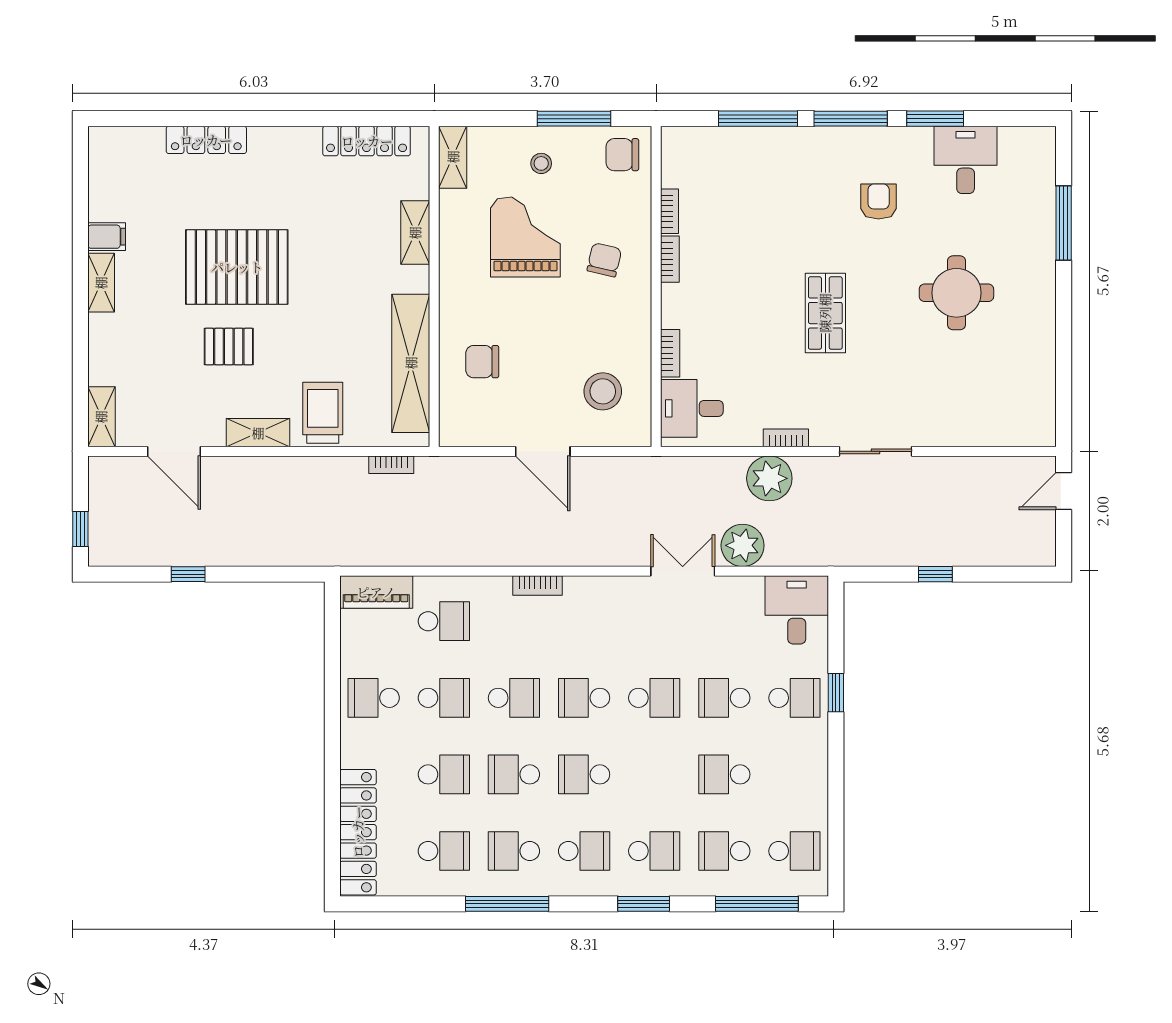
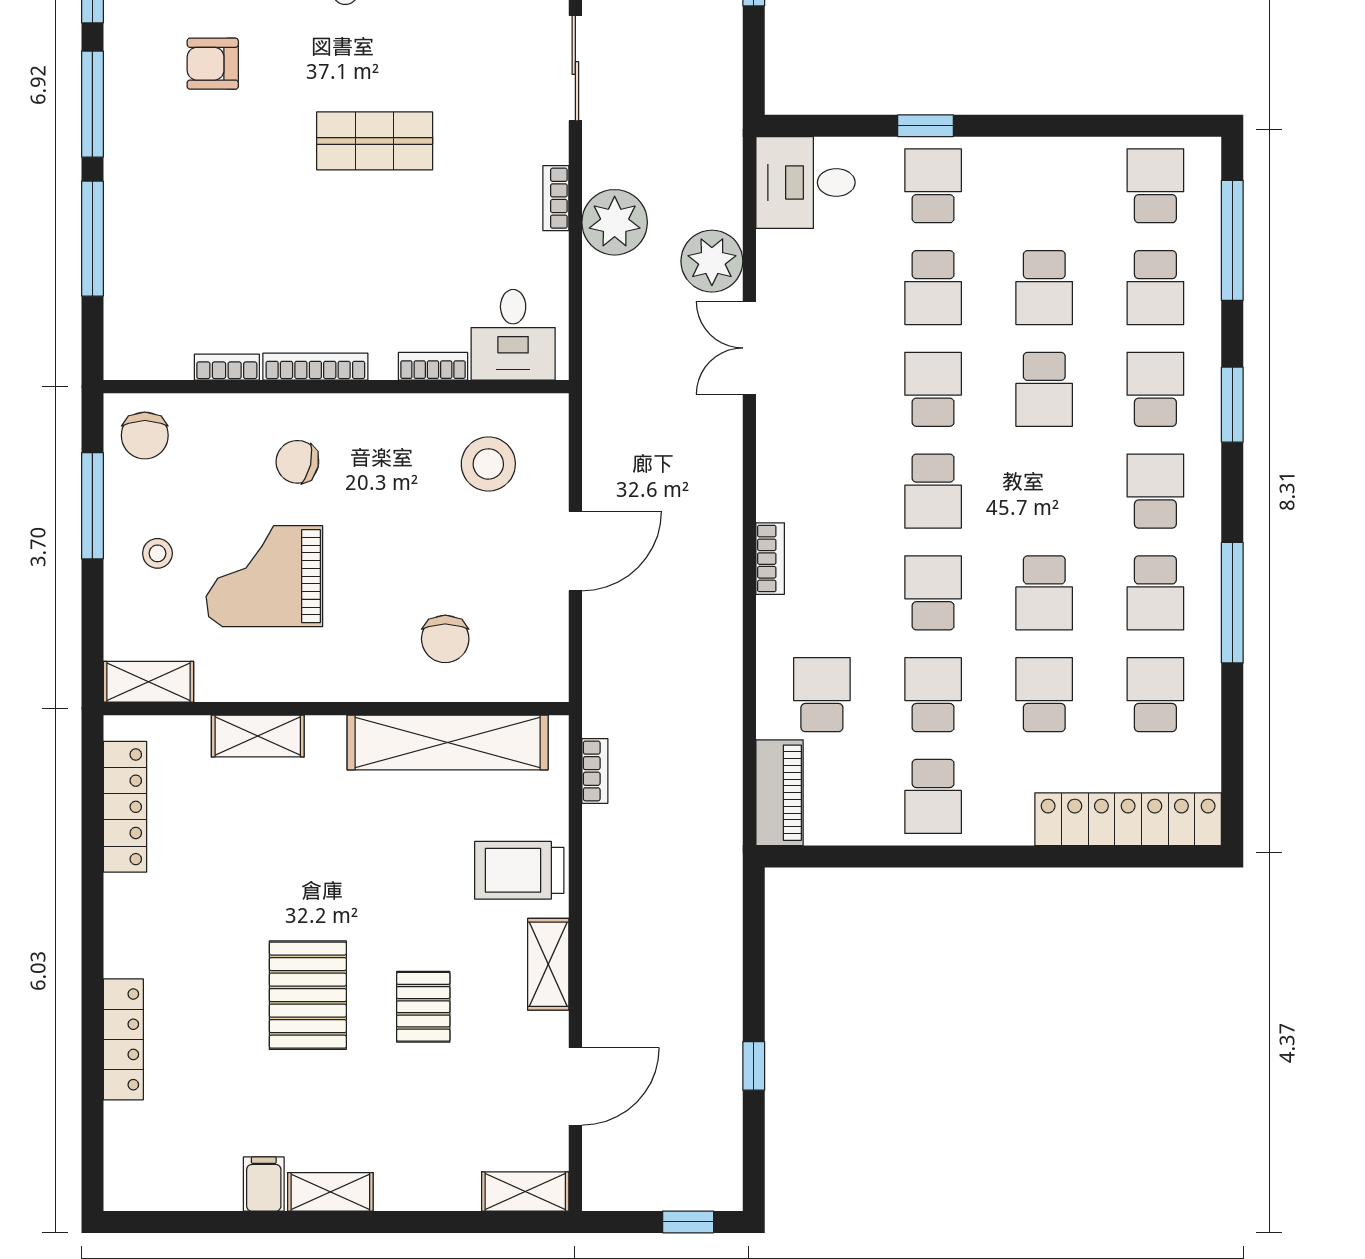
bookcase: (670, 259) -> (315, 367), width x1.56
pallet: (237, 267) -> (308, 995), width x0.73, depth x0.71
school desk: (584, 774) -> (1044, 389), moved

